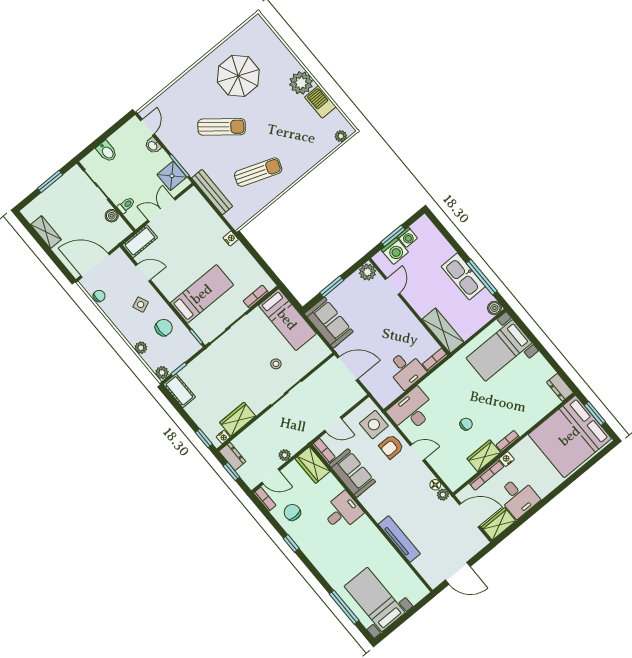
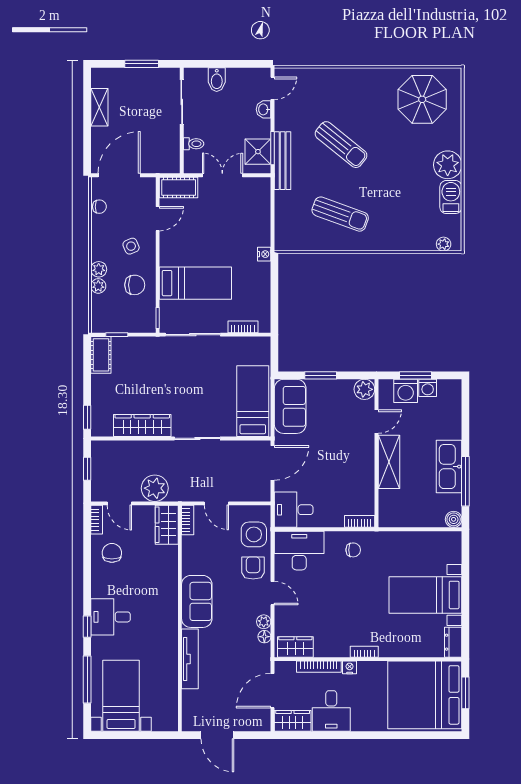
parasol: (238, 76) -> (422, 99), moved
bench: (212, 192) -> (283, 161), moved
boiler: (112, 216) -> (172, 142), removed
door: (95, 265) -> (119, 175), hinge flipped
door: (143, 273) -> (158, 219), hinge flipped
bed: (287, 320) -> (253, 401), moved, turned 180
shelving: (443, 331) -> (389, 462), moved
bed with nightstands: (499, 350) -> (425, 595), moved
stool: (276, 364) -> (210, 404), removed
door: (348, 368) -> (273, 463), hinge flipped
desk: (406, 370) -> (294, 510), moved, turned 90
plant: (162, 373) -> (99, 269), moved
wardrobe: (238, 419) -> (142, 426), width x1.50
chair: (466, 424) -> (353, 550), moved
nightstand: (223, 437) -> (106, 431), removed
armchair: (391, 447) -> (253, 568), turned 90
plant: (285, 455) -> (155, 488), width x1.88, depth x1.88
dresser: (232, 456) -> (100, 456), removed
wardrobe: (484, 456) -> (295, 647), moved
sofa: (352, 473) -> (197, 601), moved
plant: (443, 495) -> (264, 622), moved
desk: (342, 512) -> (111, 617), moved, turned 180
door: (470, 515) -> (273, 691), swing flipped
window: (291, 543) -> (87, 627), moved

